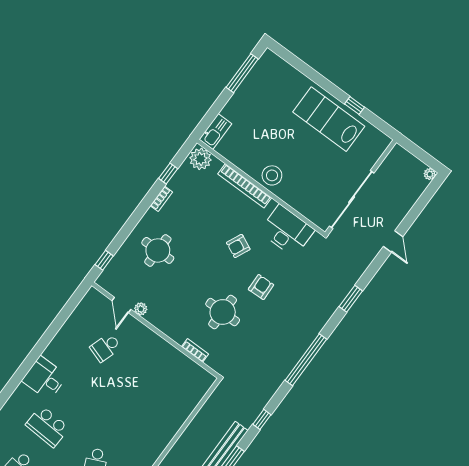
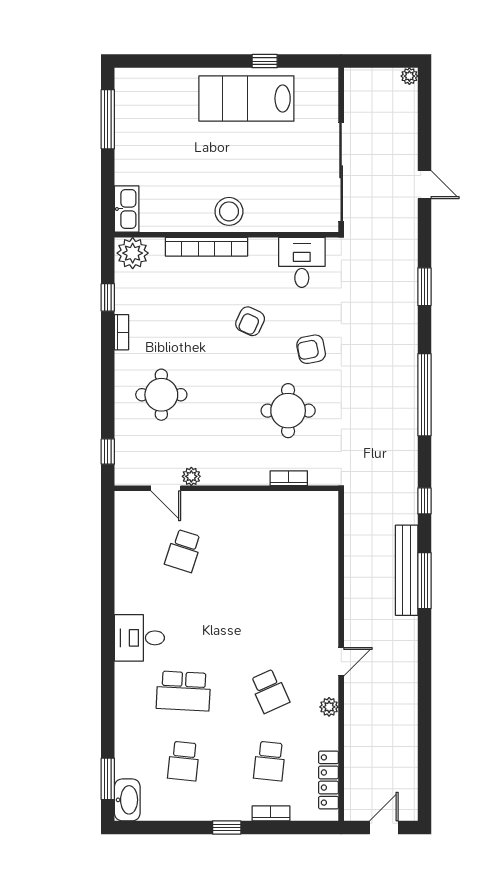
desk: (287, 231) -> (302, 262), width x0.73
armchair: (261, 287) -> (311, 349), turned -99

